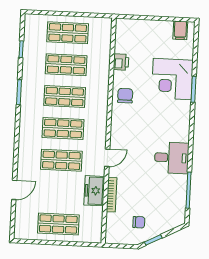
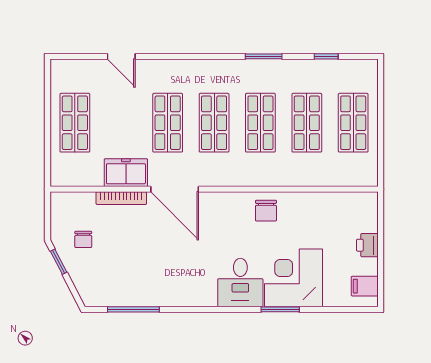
printer: (121, 62) -> (367, 245), moved, turned 90
chair: (125, 96) -> (266, 211), turned 90
door: (107, 158) -> (175, 189), width x1.87
desk: (172, 158) -> (240, 282), moved

